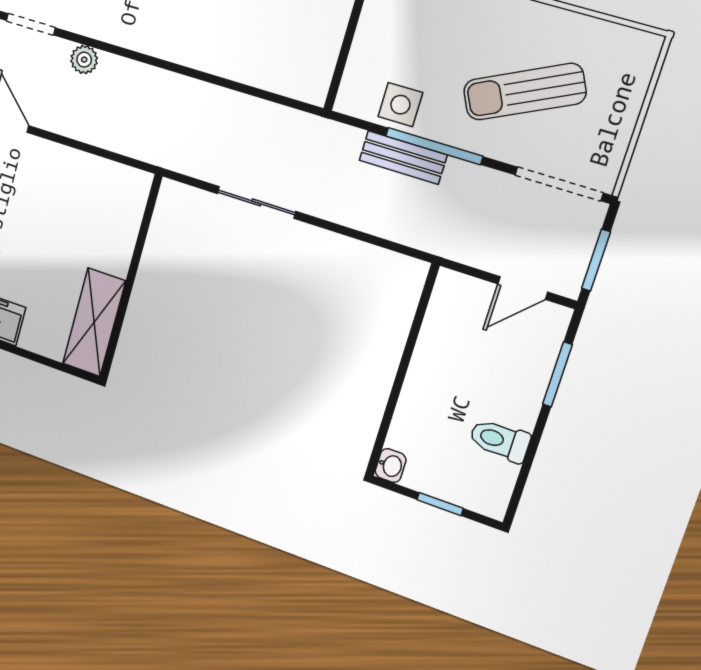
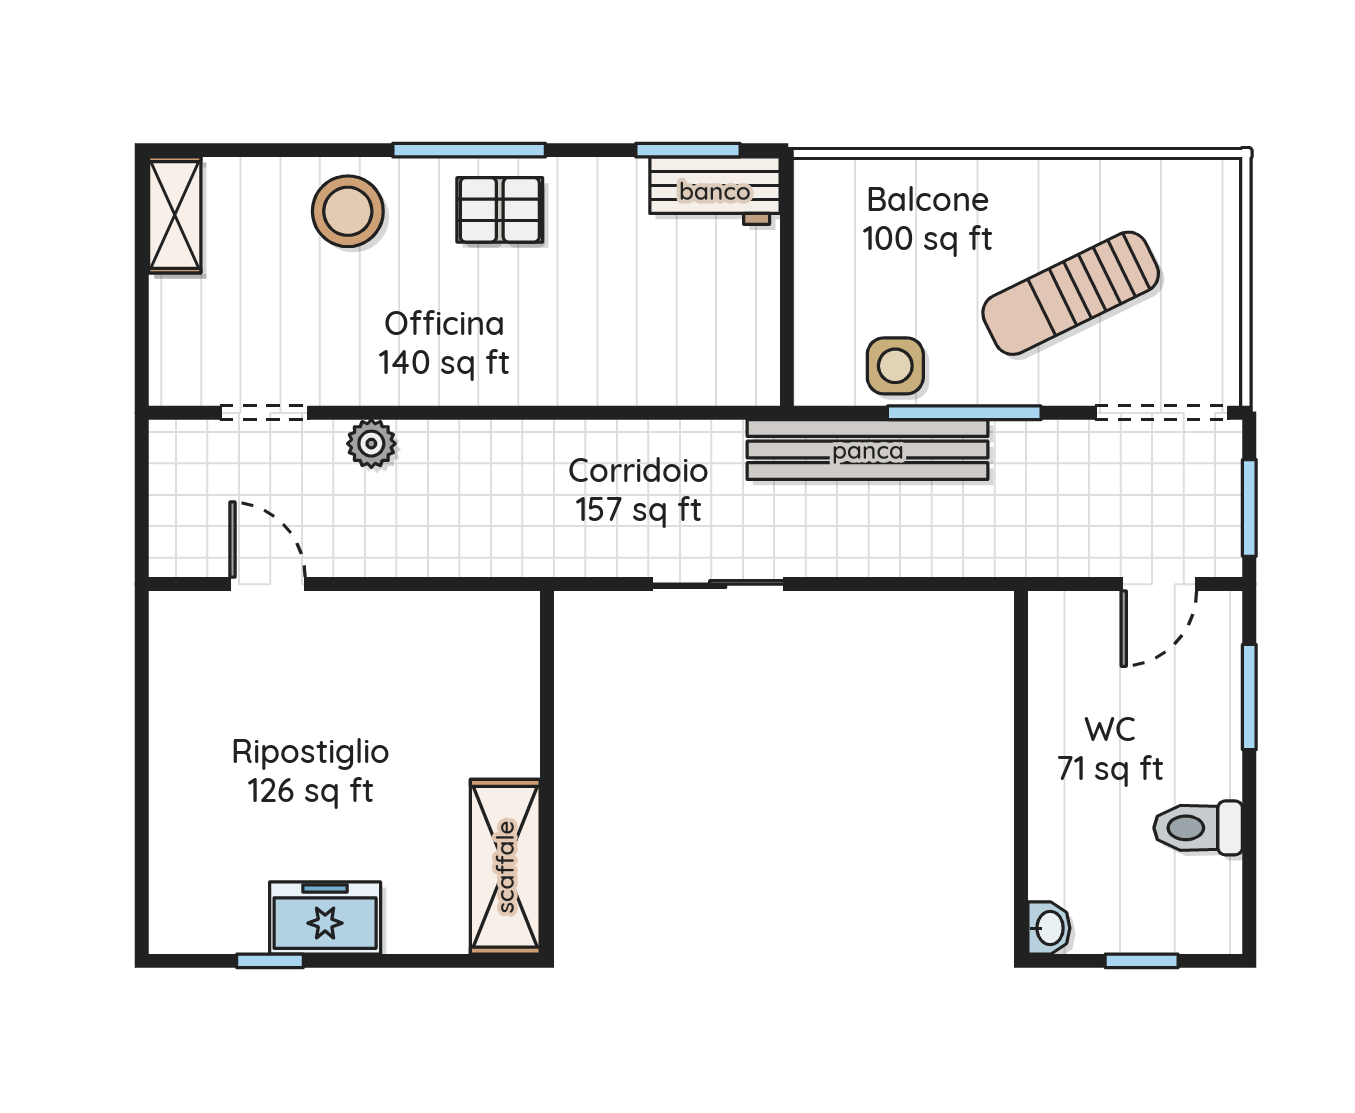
bench: (403, 158) -> (868, 450), width x1.86, depth x1.21

